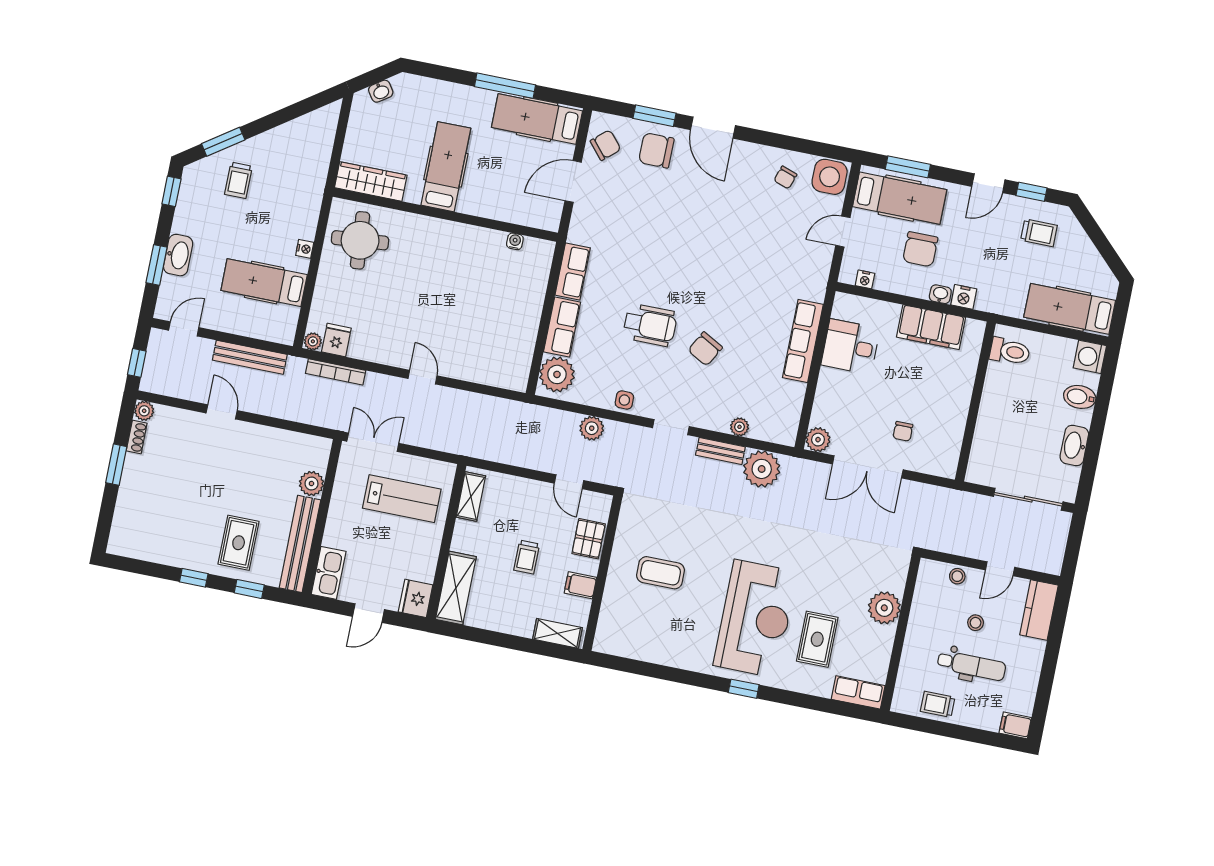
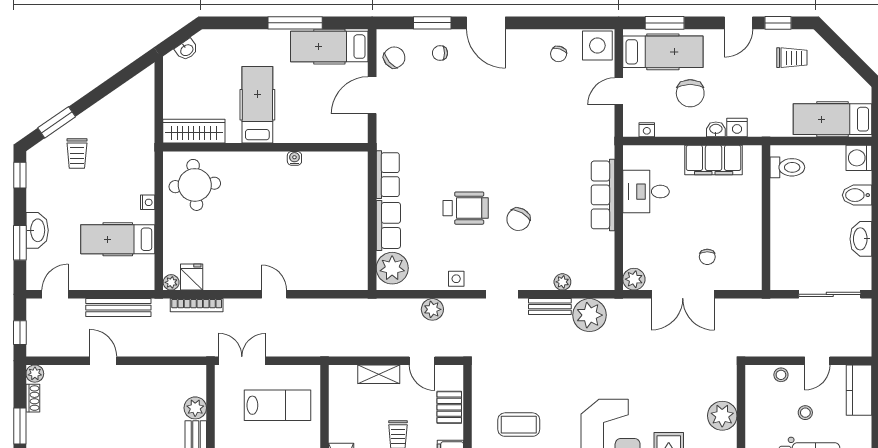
chair: (656, 150) -> (440, 53), width x0.54, depth x0.54
water cooler: (515, 241) -> (294, 158), moved
shelving: (471, 497) -> (379, 374), moved, turned 90

